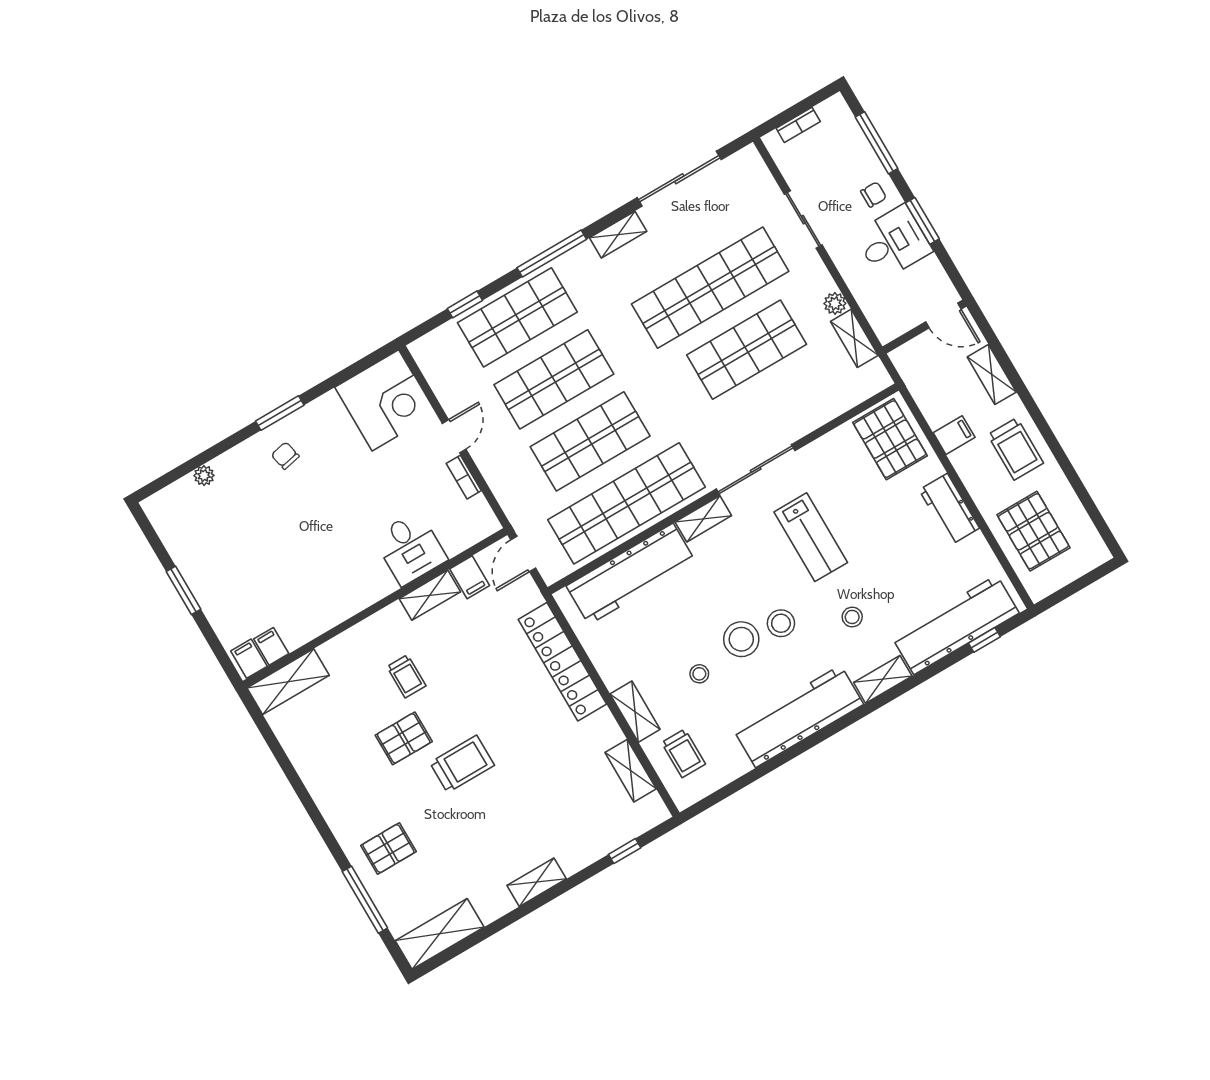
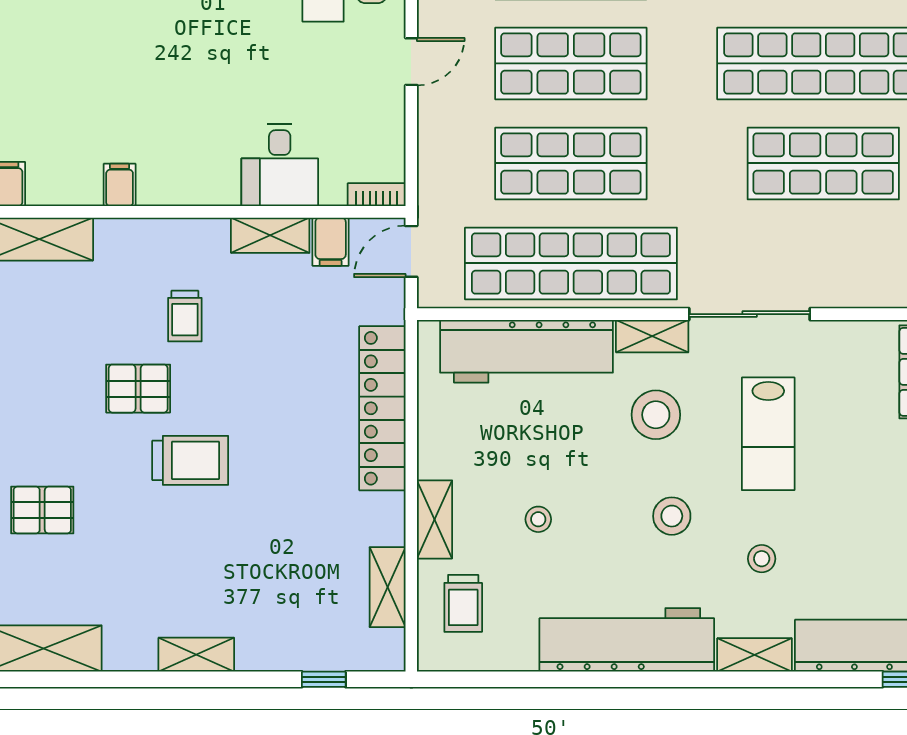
bookcase: (464, 477) -> (376, 195), moved, turned 90
stool: (741, 639) -> (656, 415), moved
filing cabinet: (271, 646) -> (120, 185), moved

